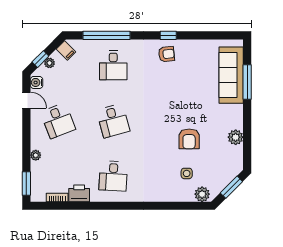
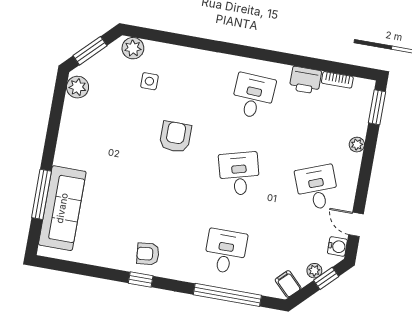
plant: (236, 137) -> (78, 87), moved
armchair: (189, 139) -> (175, 137), moved

